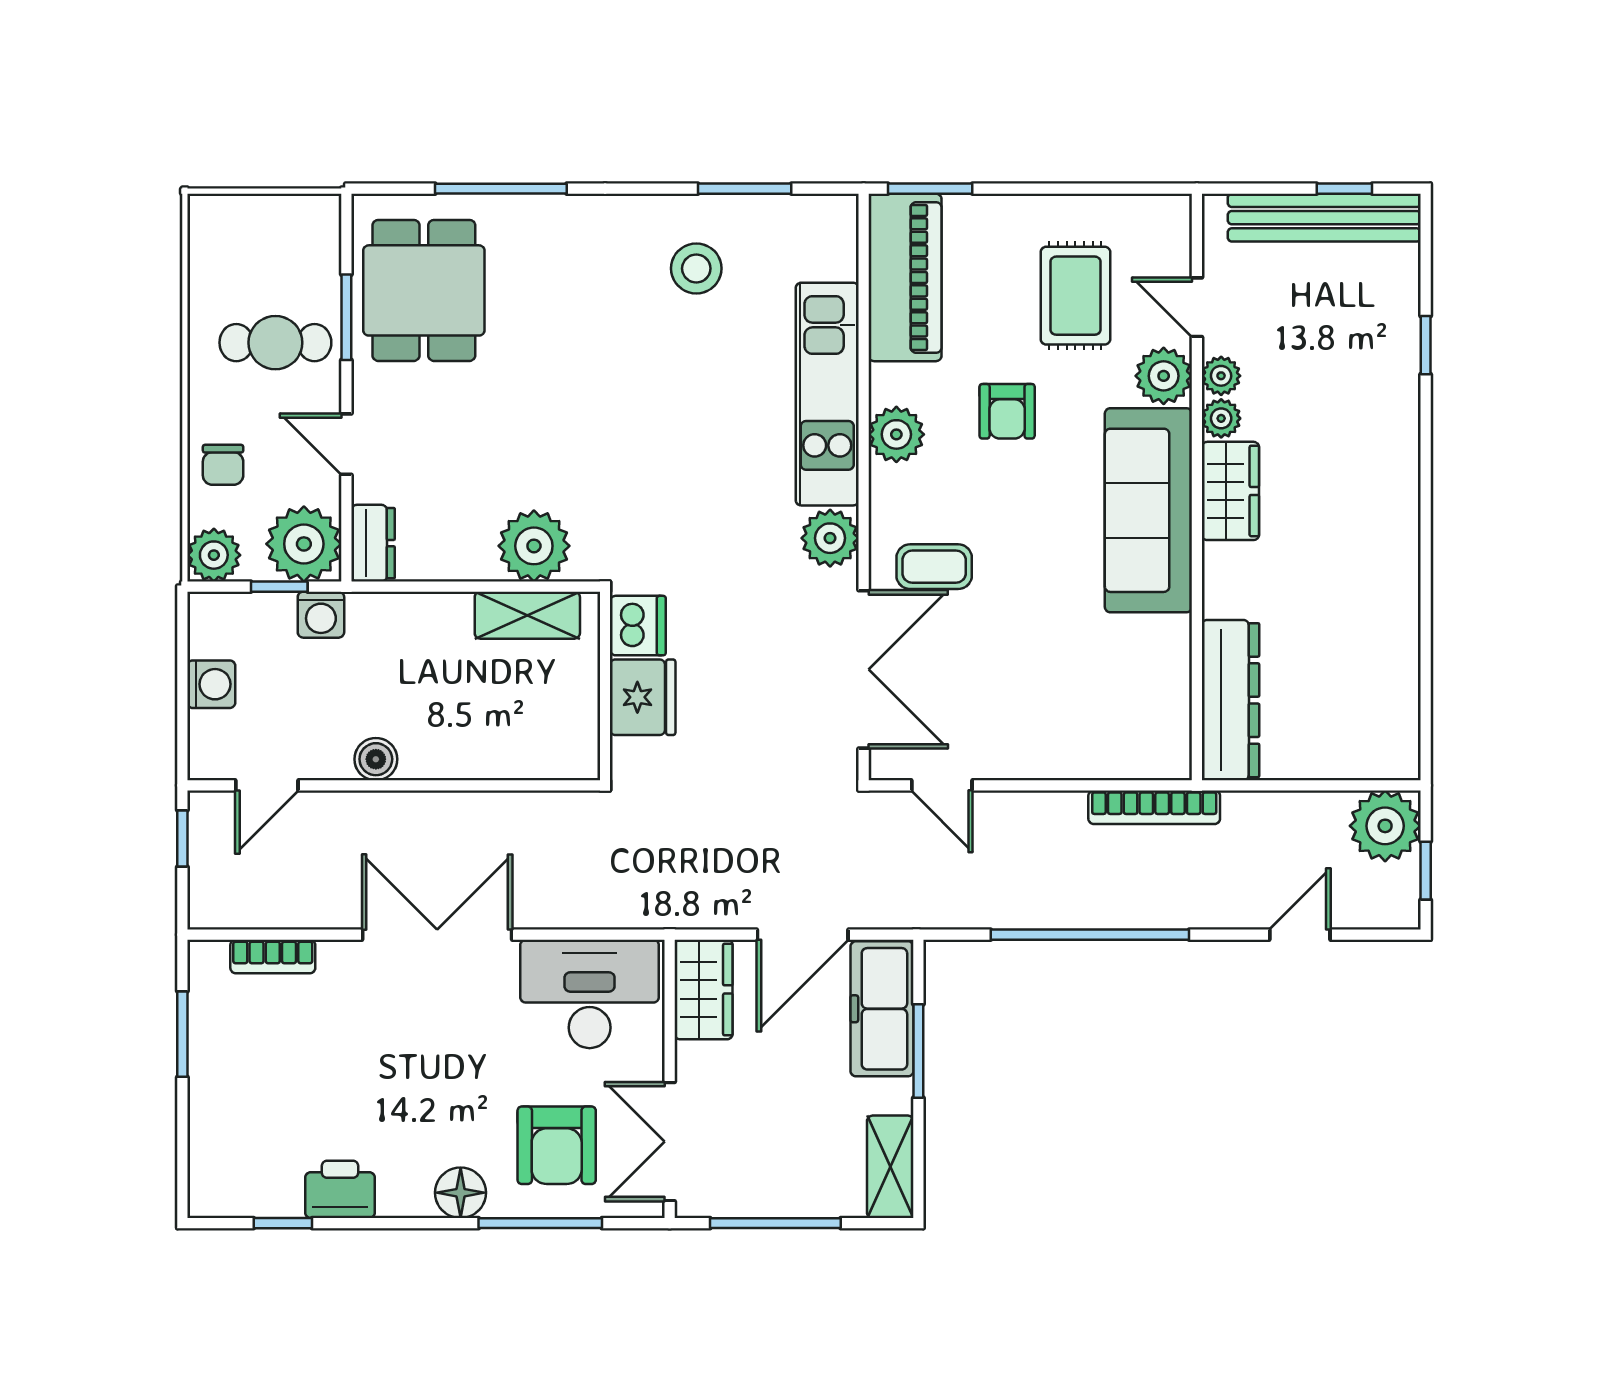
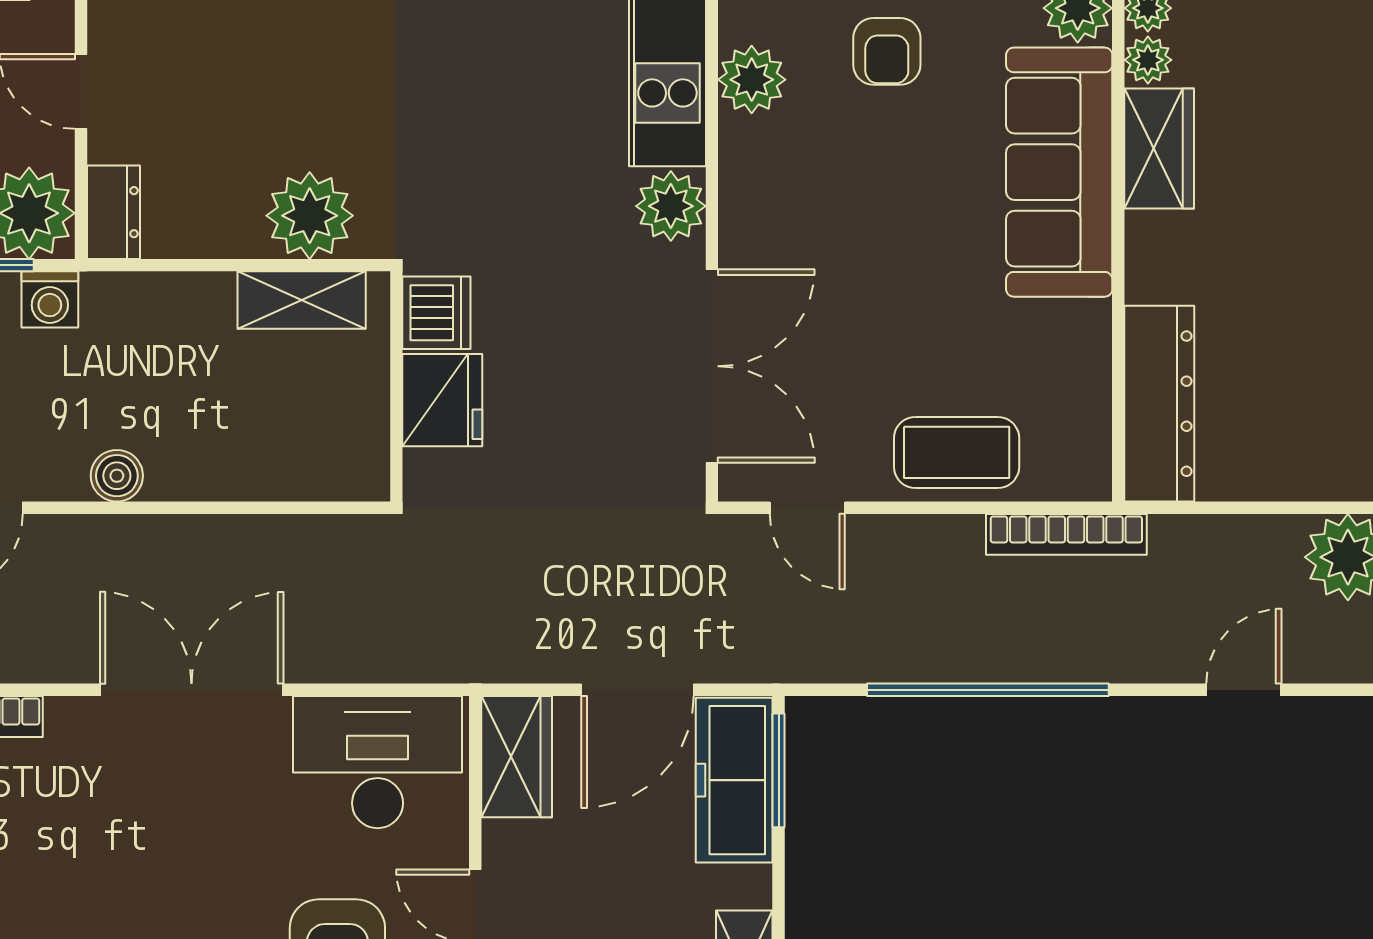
coffee table: (934, 567) -> (957, 452), moved, width x1.36, depth x1.30
window: (918, 1051) -> (779, 770), moved

